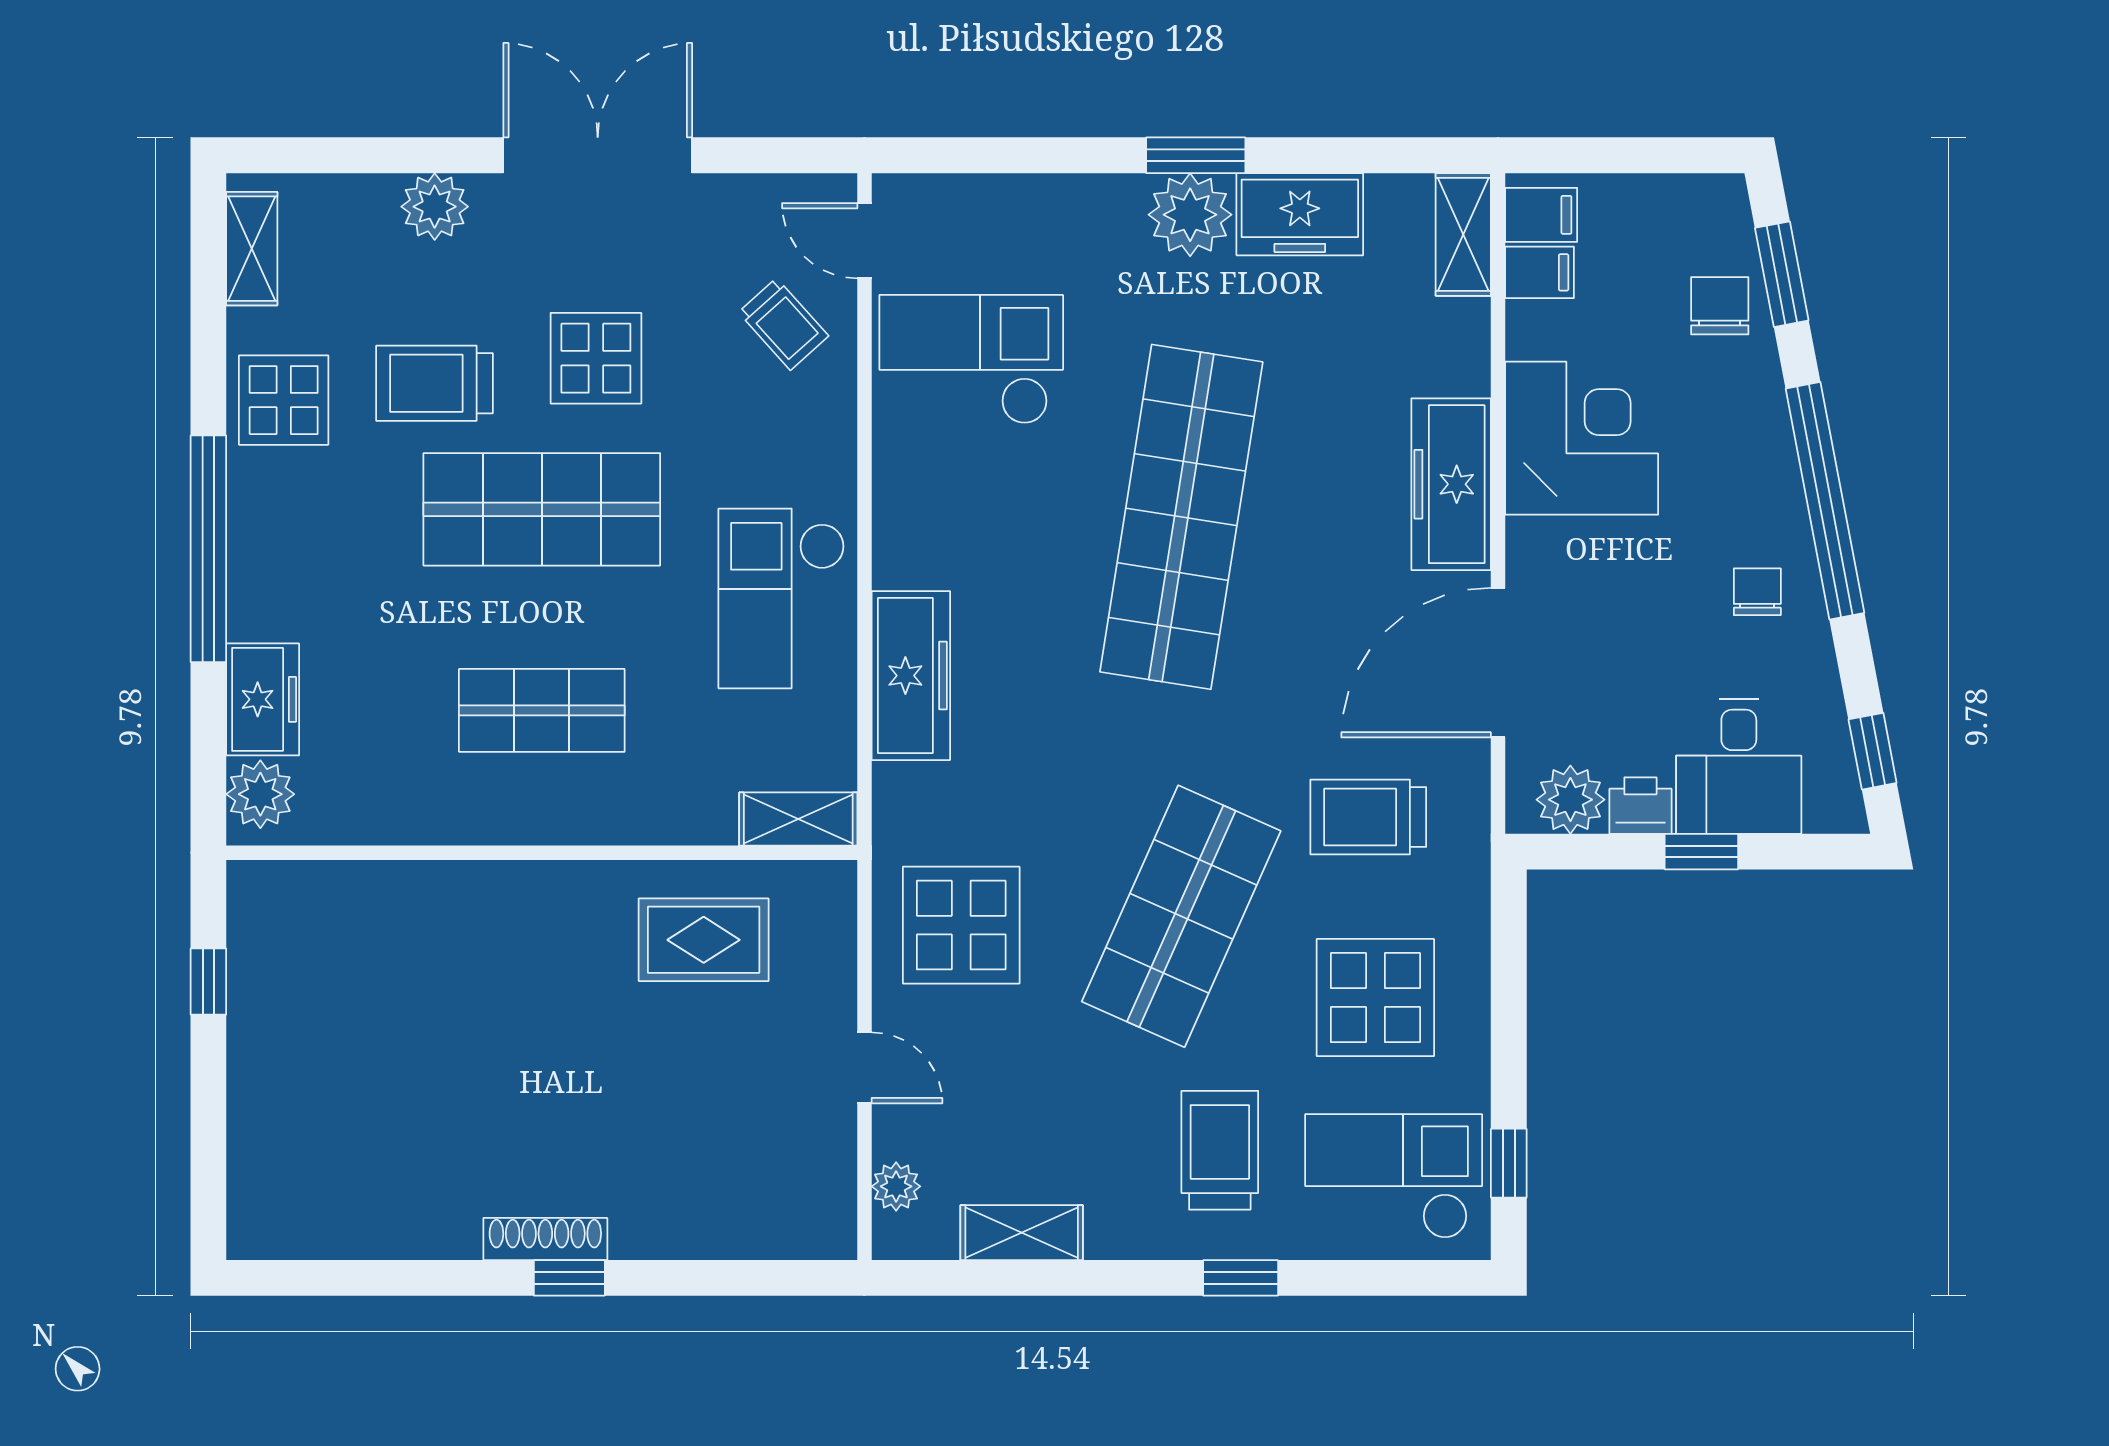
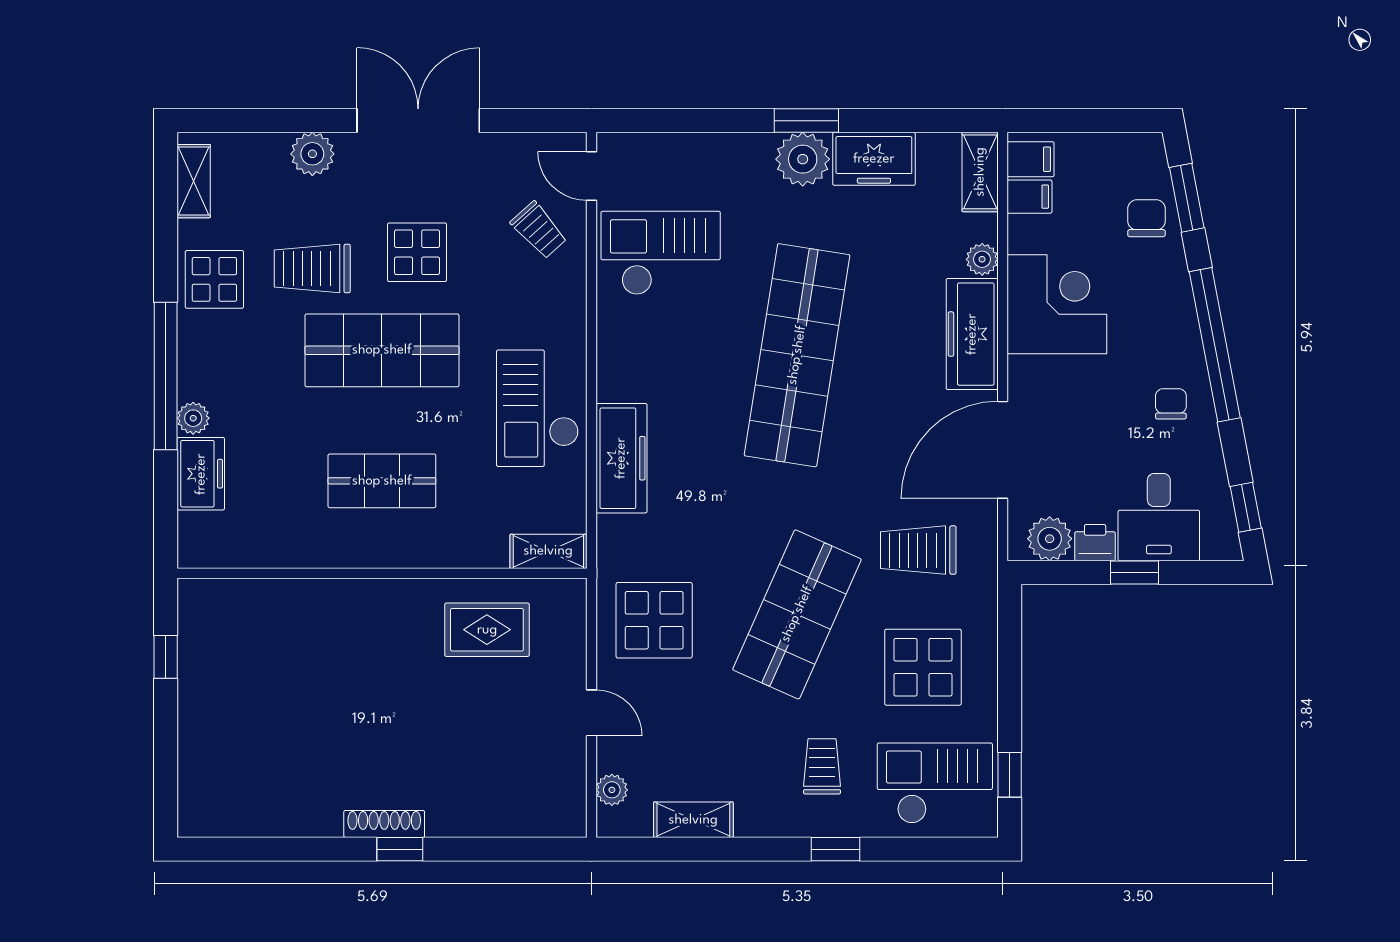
plant: (1466, 369) -> (982, 259), added
plant: (260, 794) -> (193, 418), moved, width x0.73, depth x0.73
trolley: (1220, 1150) -> (822, 766), width x0.73, depth x0.72

